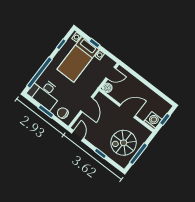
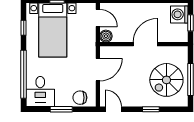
door: (111, 73) -> (98, 18), hinge flipped
desk: (45, 93) -> (40, 91), width x0.73
door: (87, 104) -> (98, 70), hinge flipped
washing machine: (153, 121) -> (179, 14), moved, turned -90

